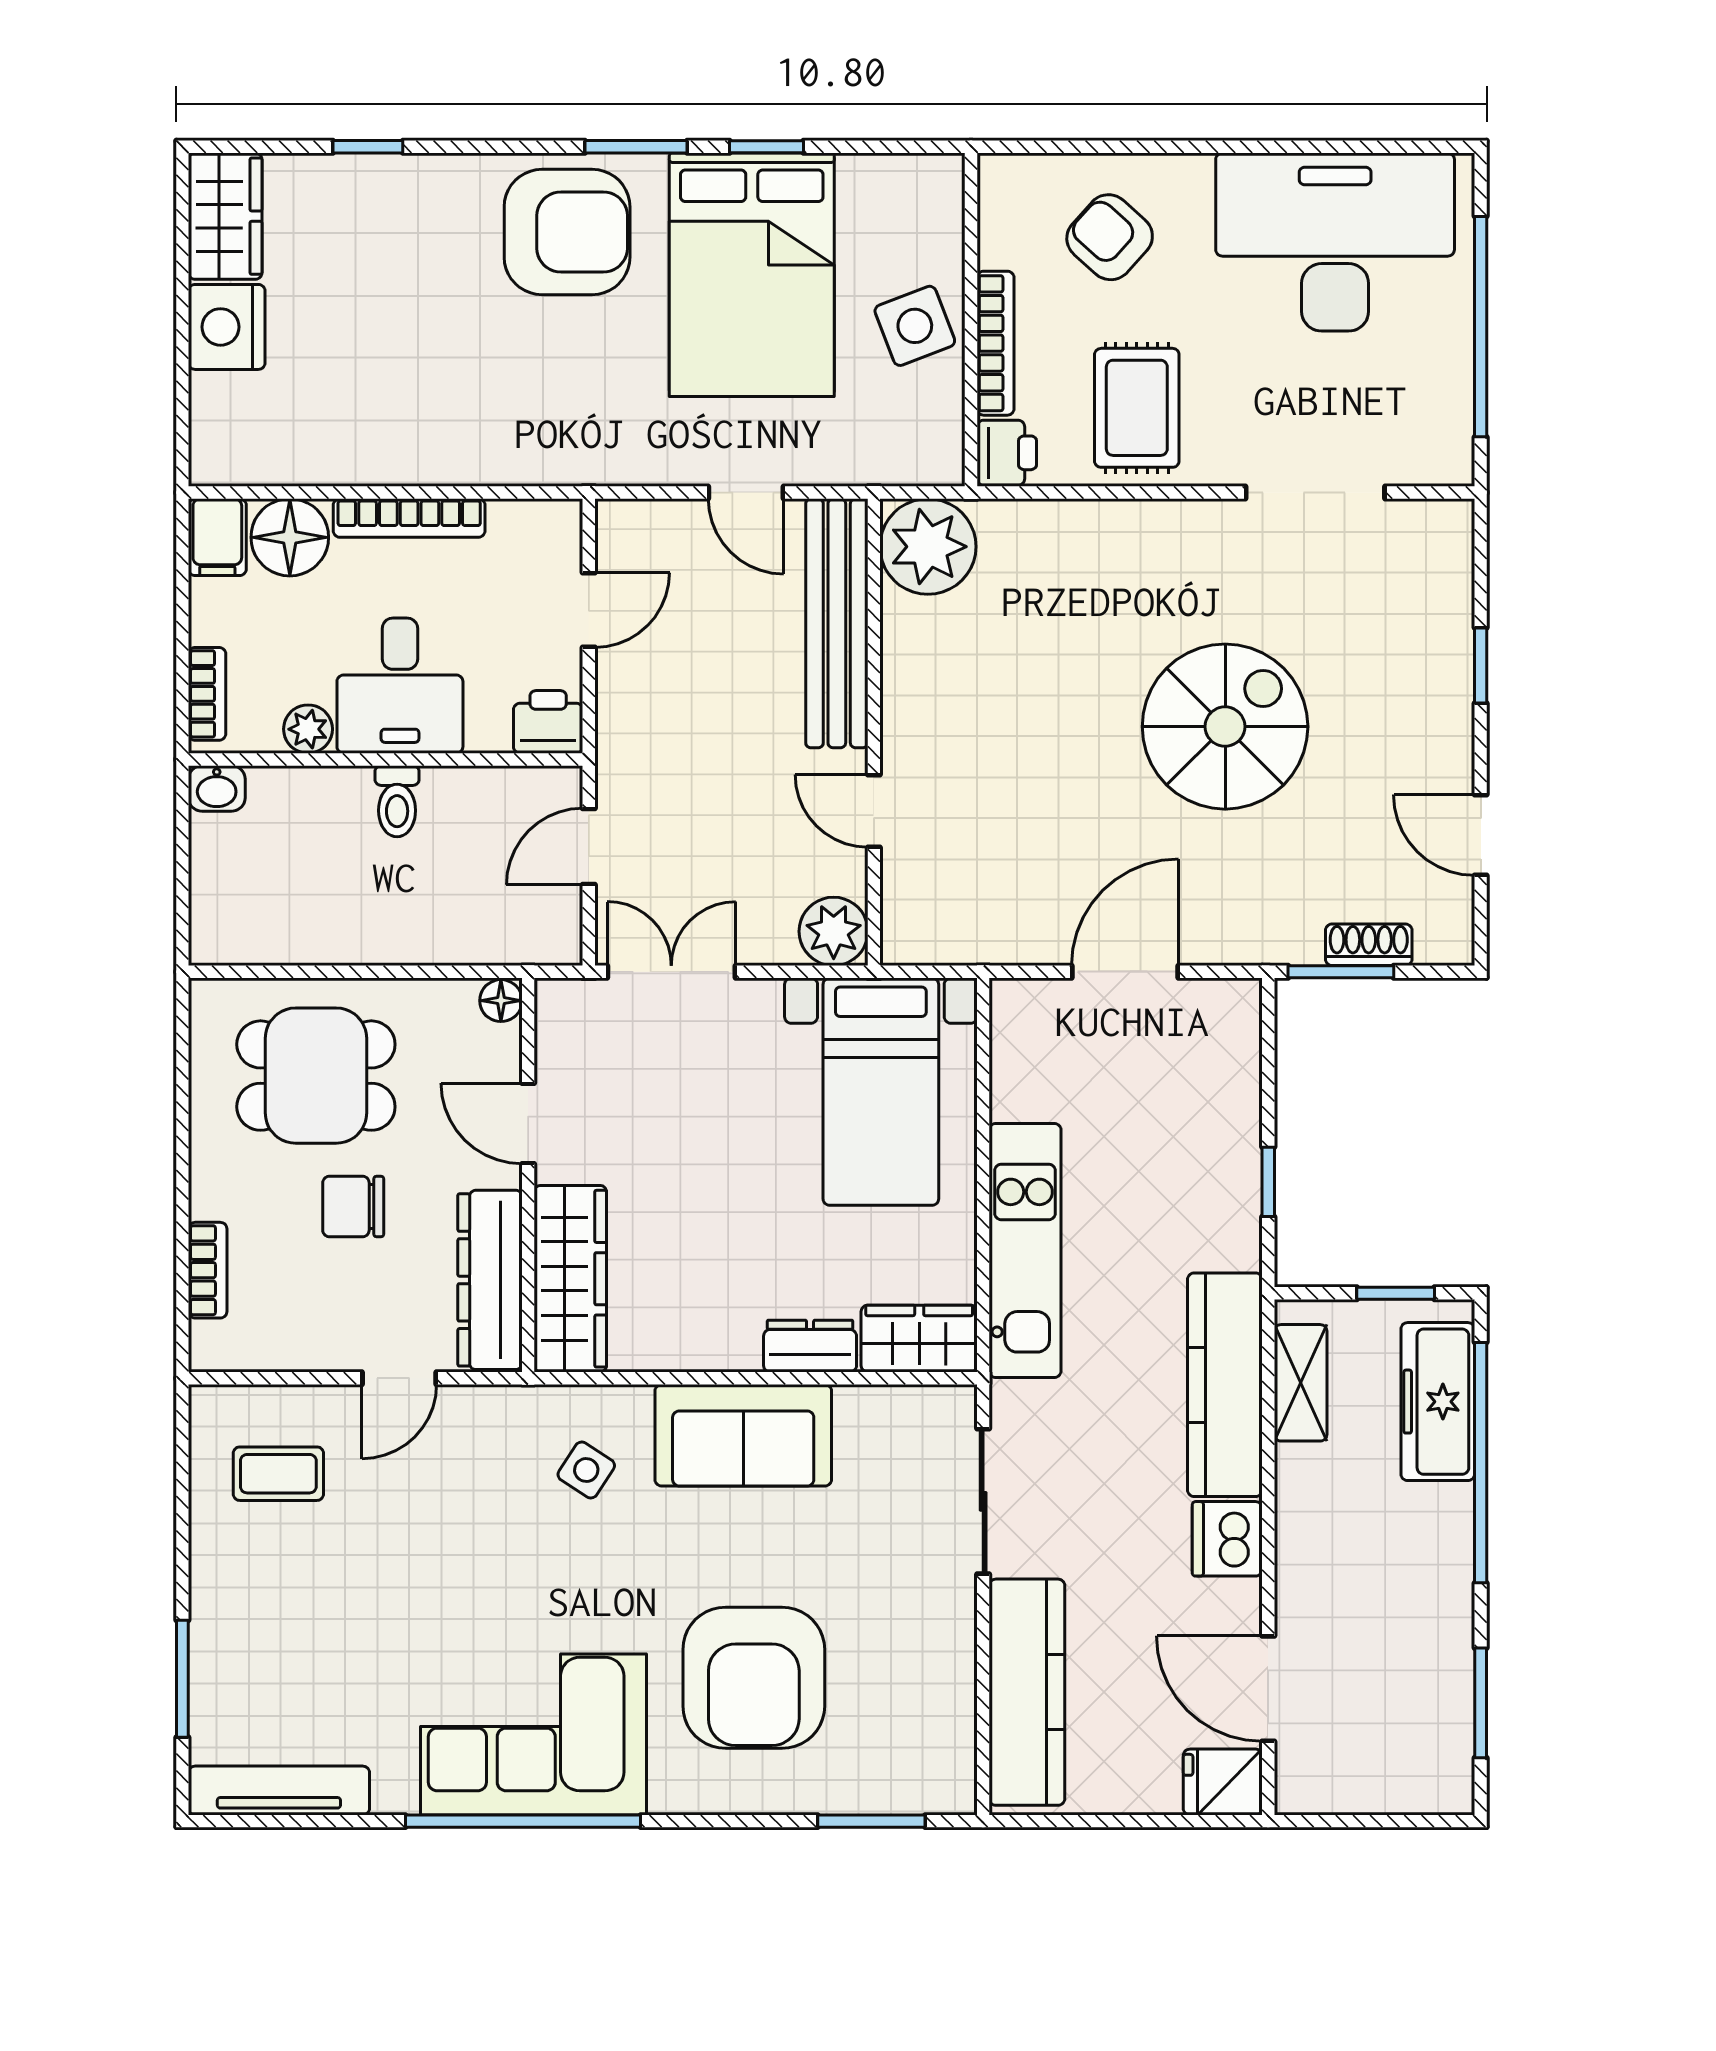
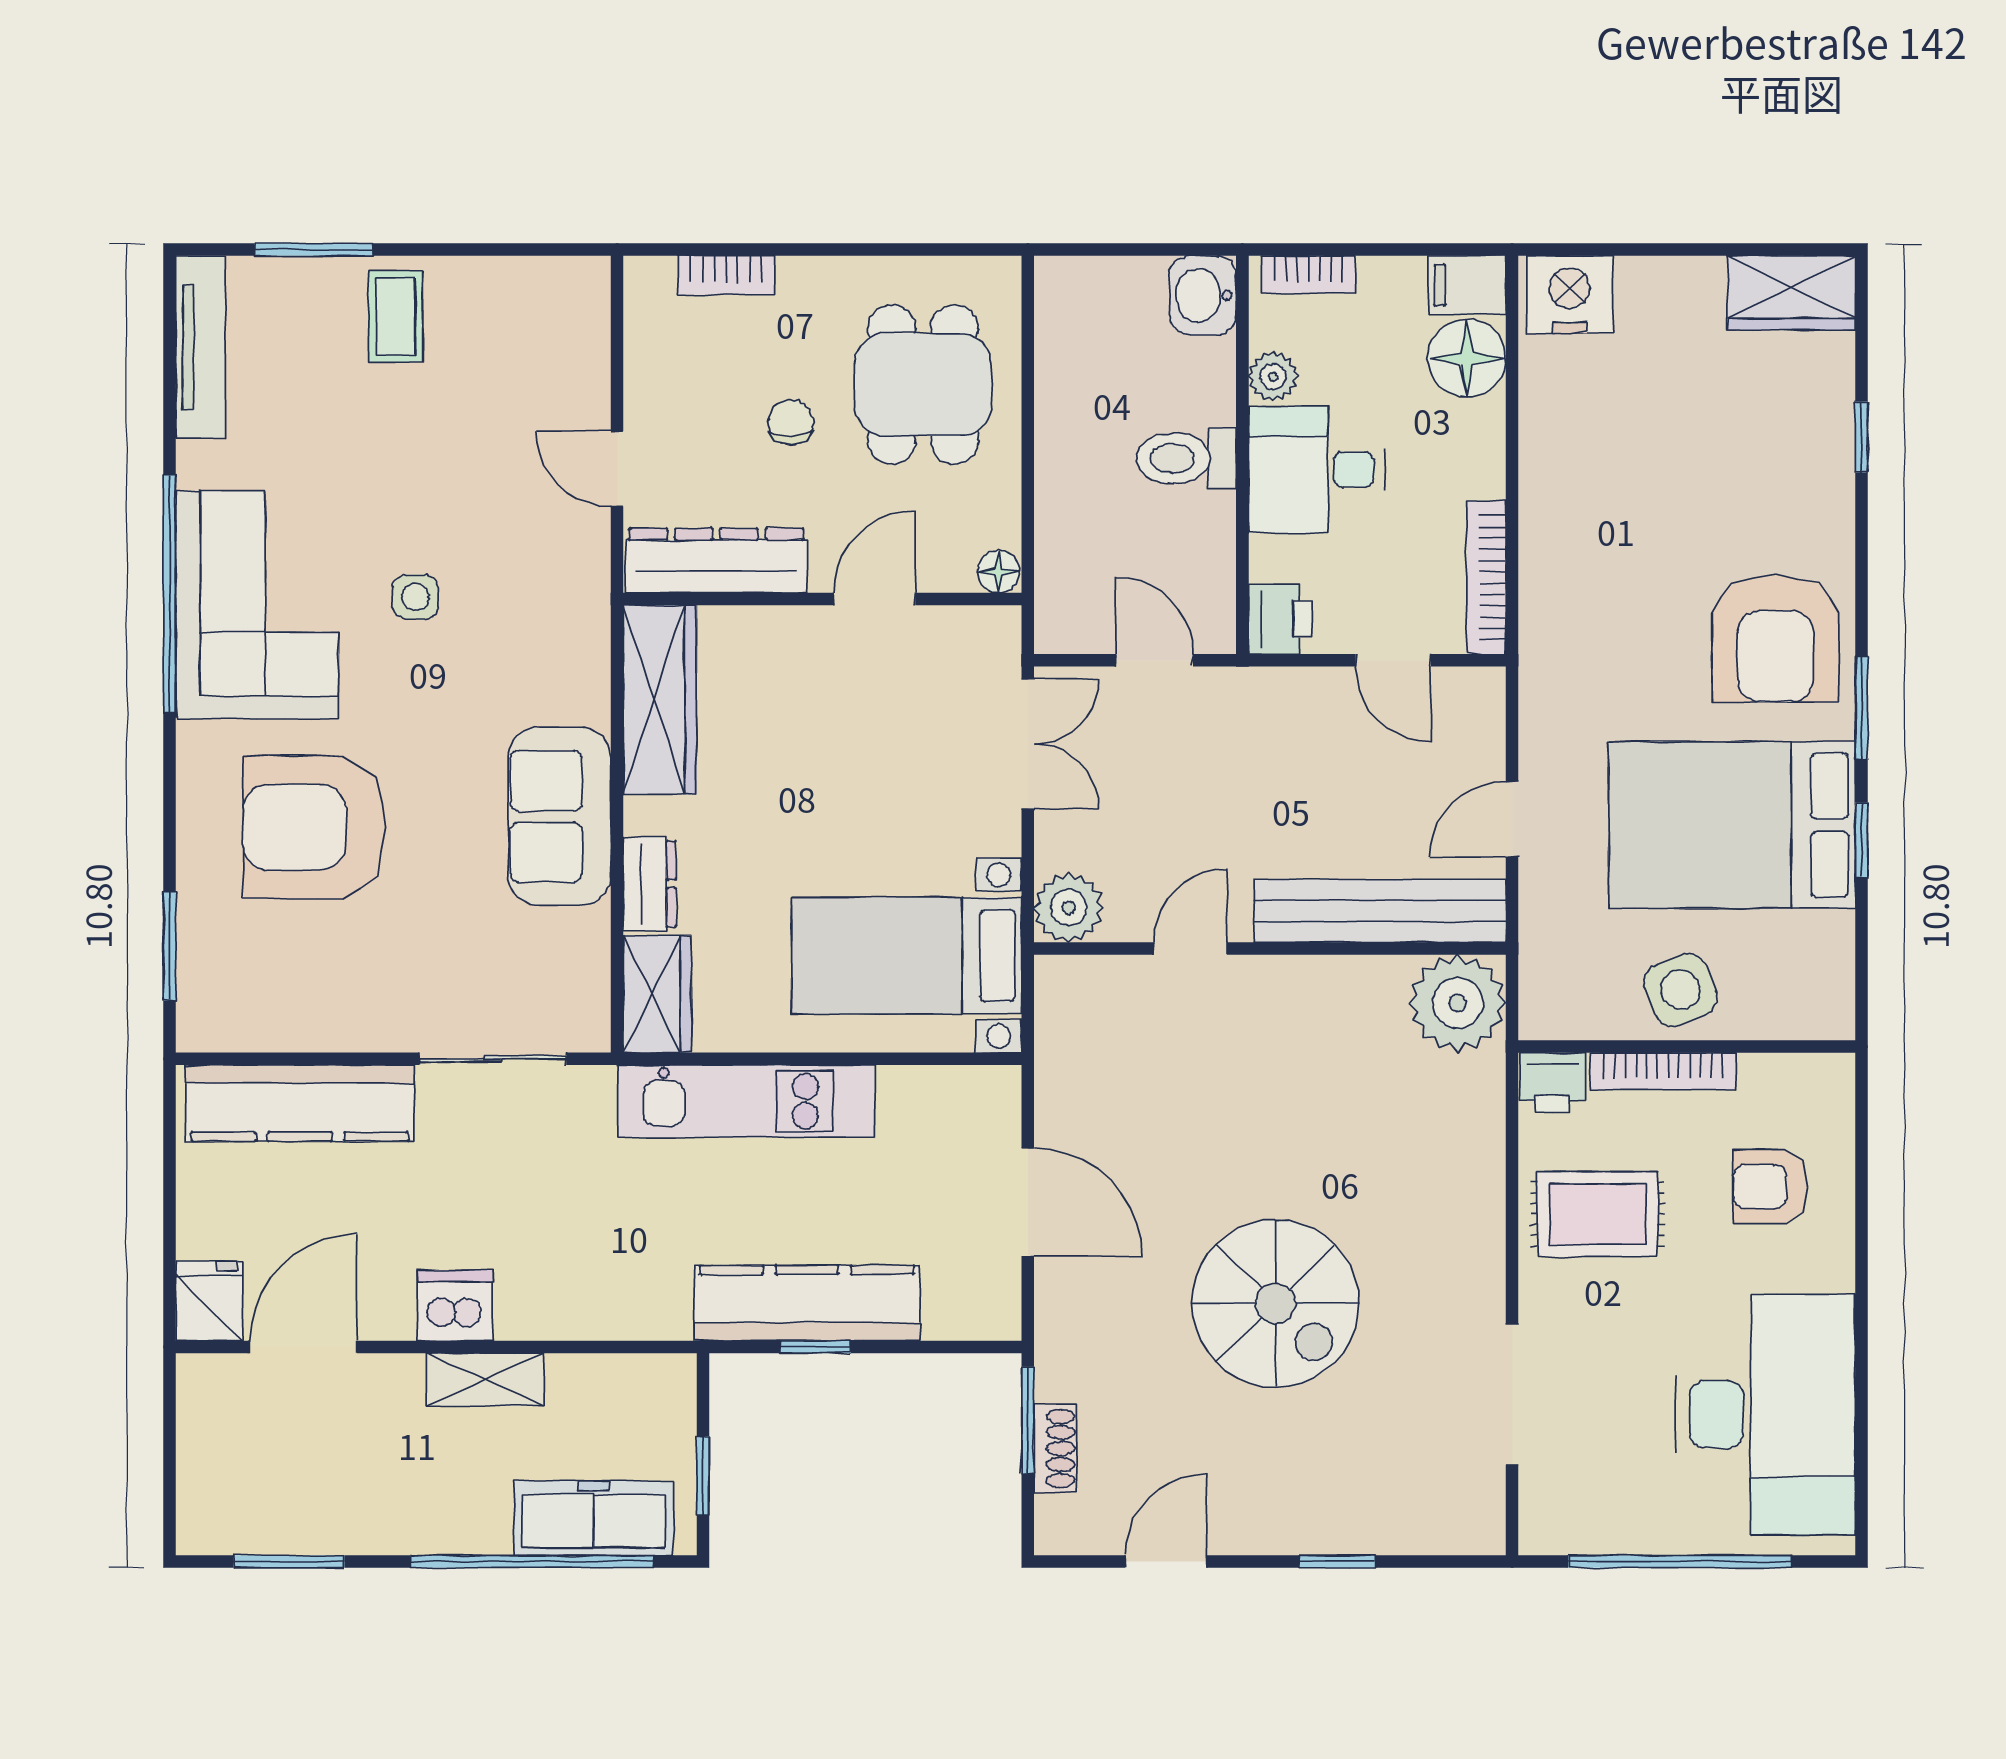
armchair: (1110, 237) -> (1770, 1187), turned -132
nightstand: (227, 327) -> (1570, 294), moved
bookcase: (409, 518) -> (1486, 578), moved
washbasin: (217, 788) -> (1203, 295), width x1.38, depth x1.45
toilet: (397, 801) -> (1186, 458), width x1.37, depth x1.39
chair: (353, 1207) -> (791, 422), width x0.73, depth x0.73
wardrobe: (570, 1279) -> (660, 700), moved, turned -90
shelving: (1301, 1383) -> (485, 1380), moved
kitchen counter: (1225, 1385) -> (807, 1303), moved
side table: (586, 1470) -> (415, 597), moved, turned -33
coffee table: (278, 1474) -> (396, 317), moved

